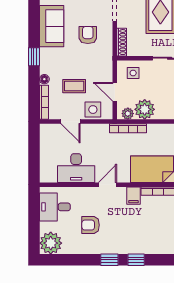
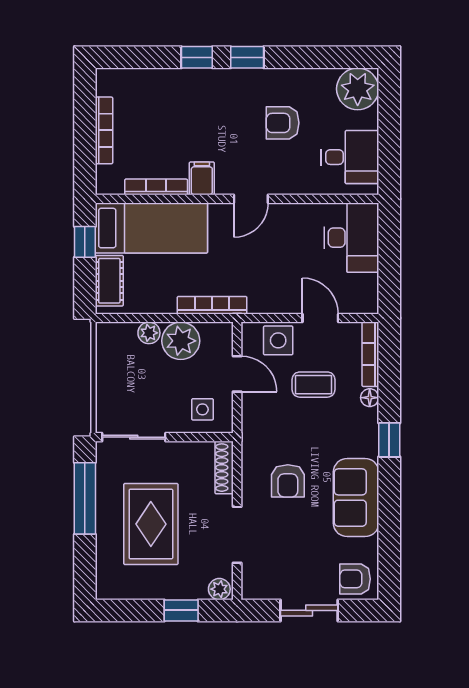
plant: (128, 114) -> (149, 333), moved
desk: (76, 168) -> (351, 238), moved, turned 90
armchair: (91, 225) -> (283, 123), turned 180

